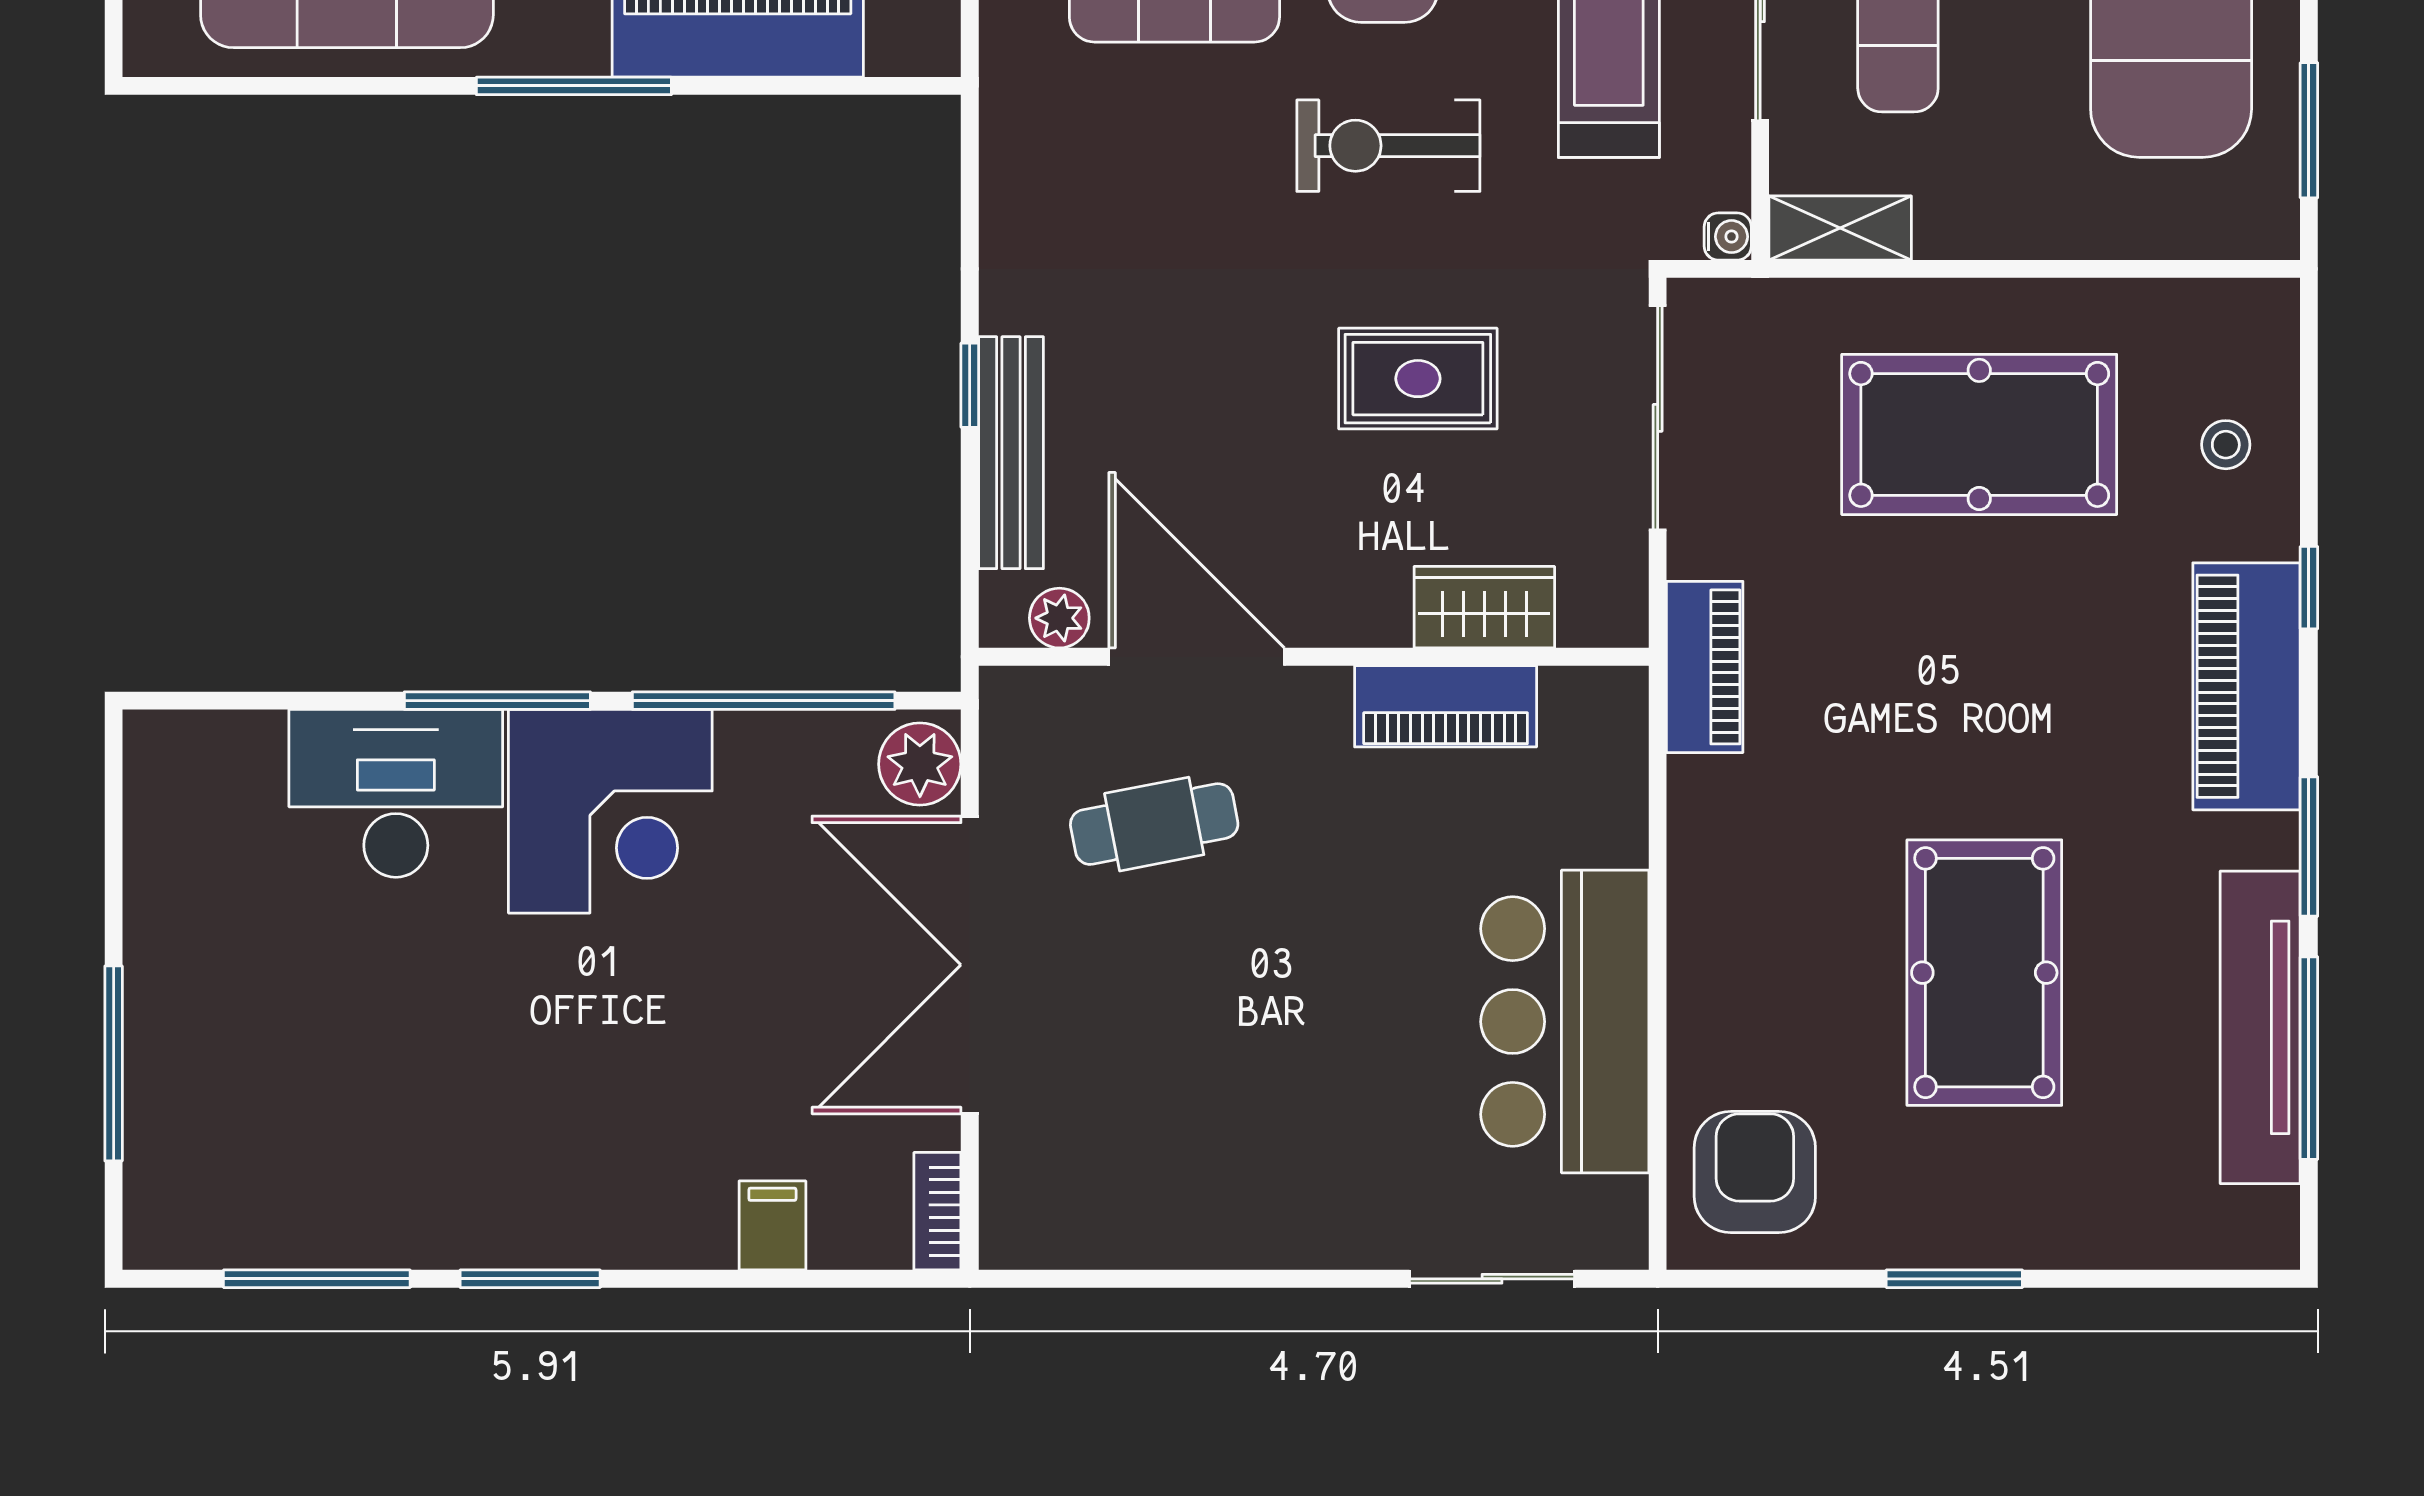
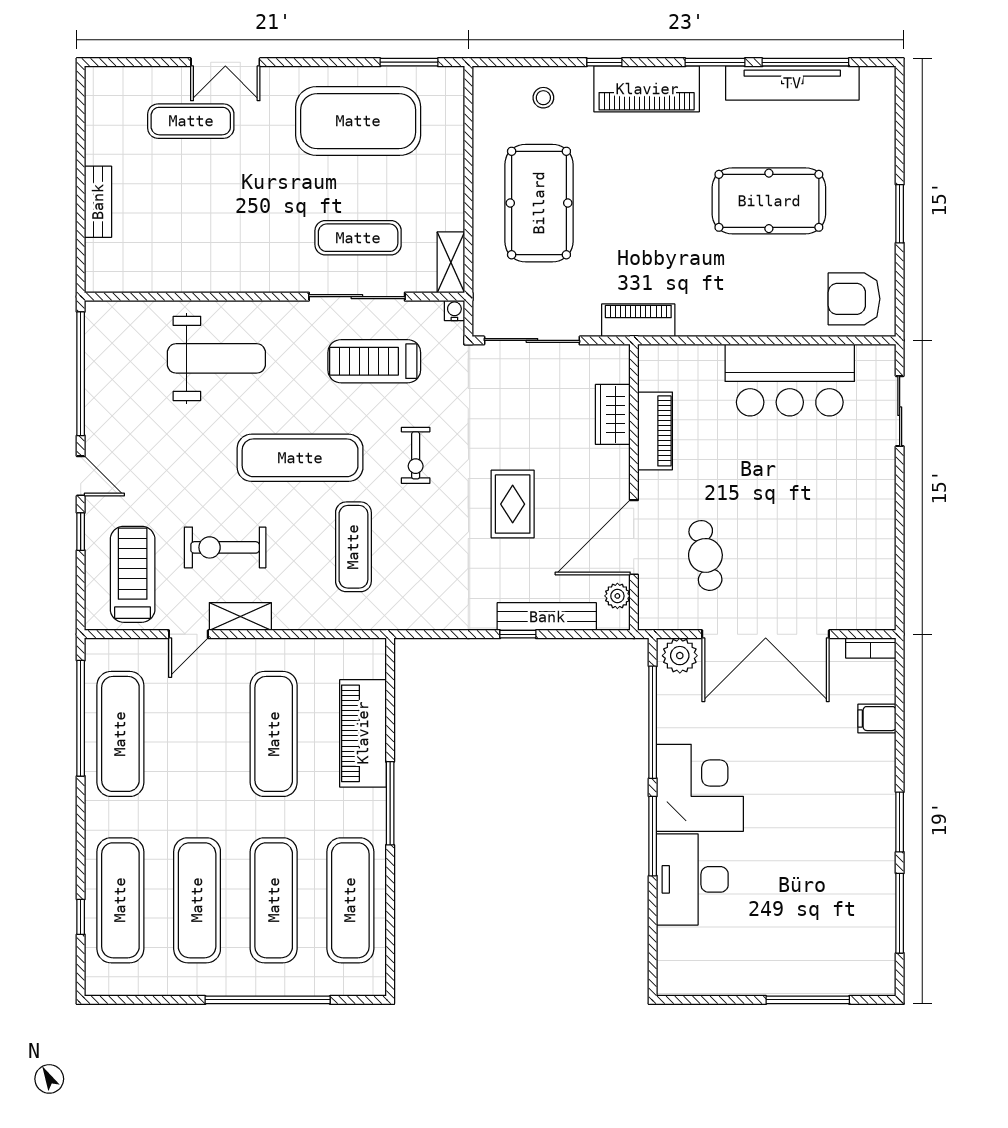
exercise bike: (1388, 146) -> (416, 455), width x0.73, depth x0.72
rug: (1418, 379) -> (513, 504), moved

